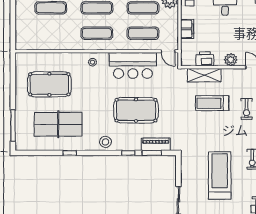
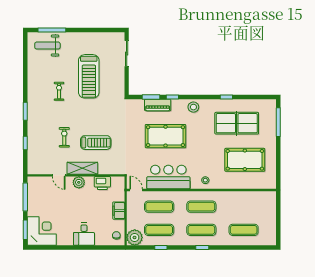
shelving: (204, 75) -> (82, 168), moved
piano: (156, 144) -> (158, 105), moved

